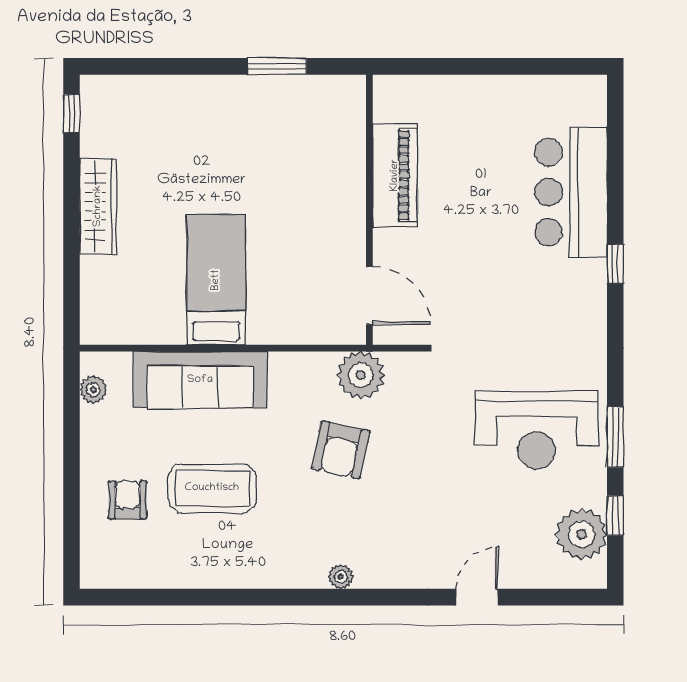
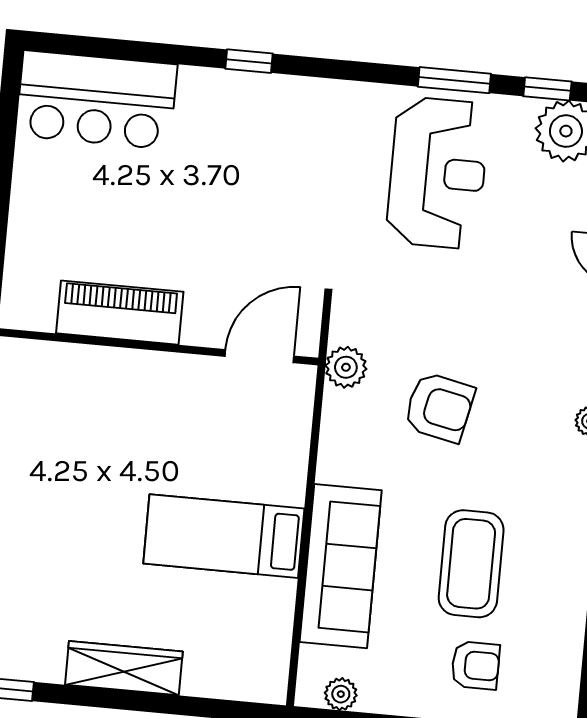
bar counter: (571, 192) -> (97, 100), moved
plant: (361, 375) -> (346, 367), width x0.73, depth x0.73
armchair: (128, 500) -> (475, 665), turned 180

